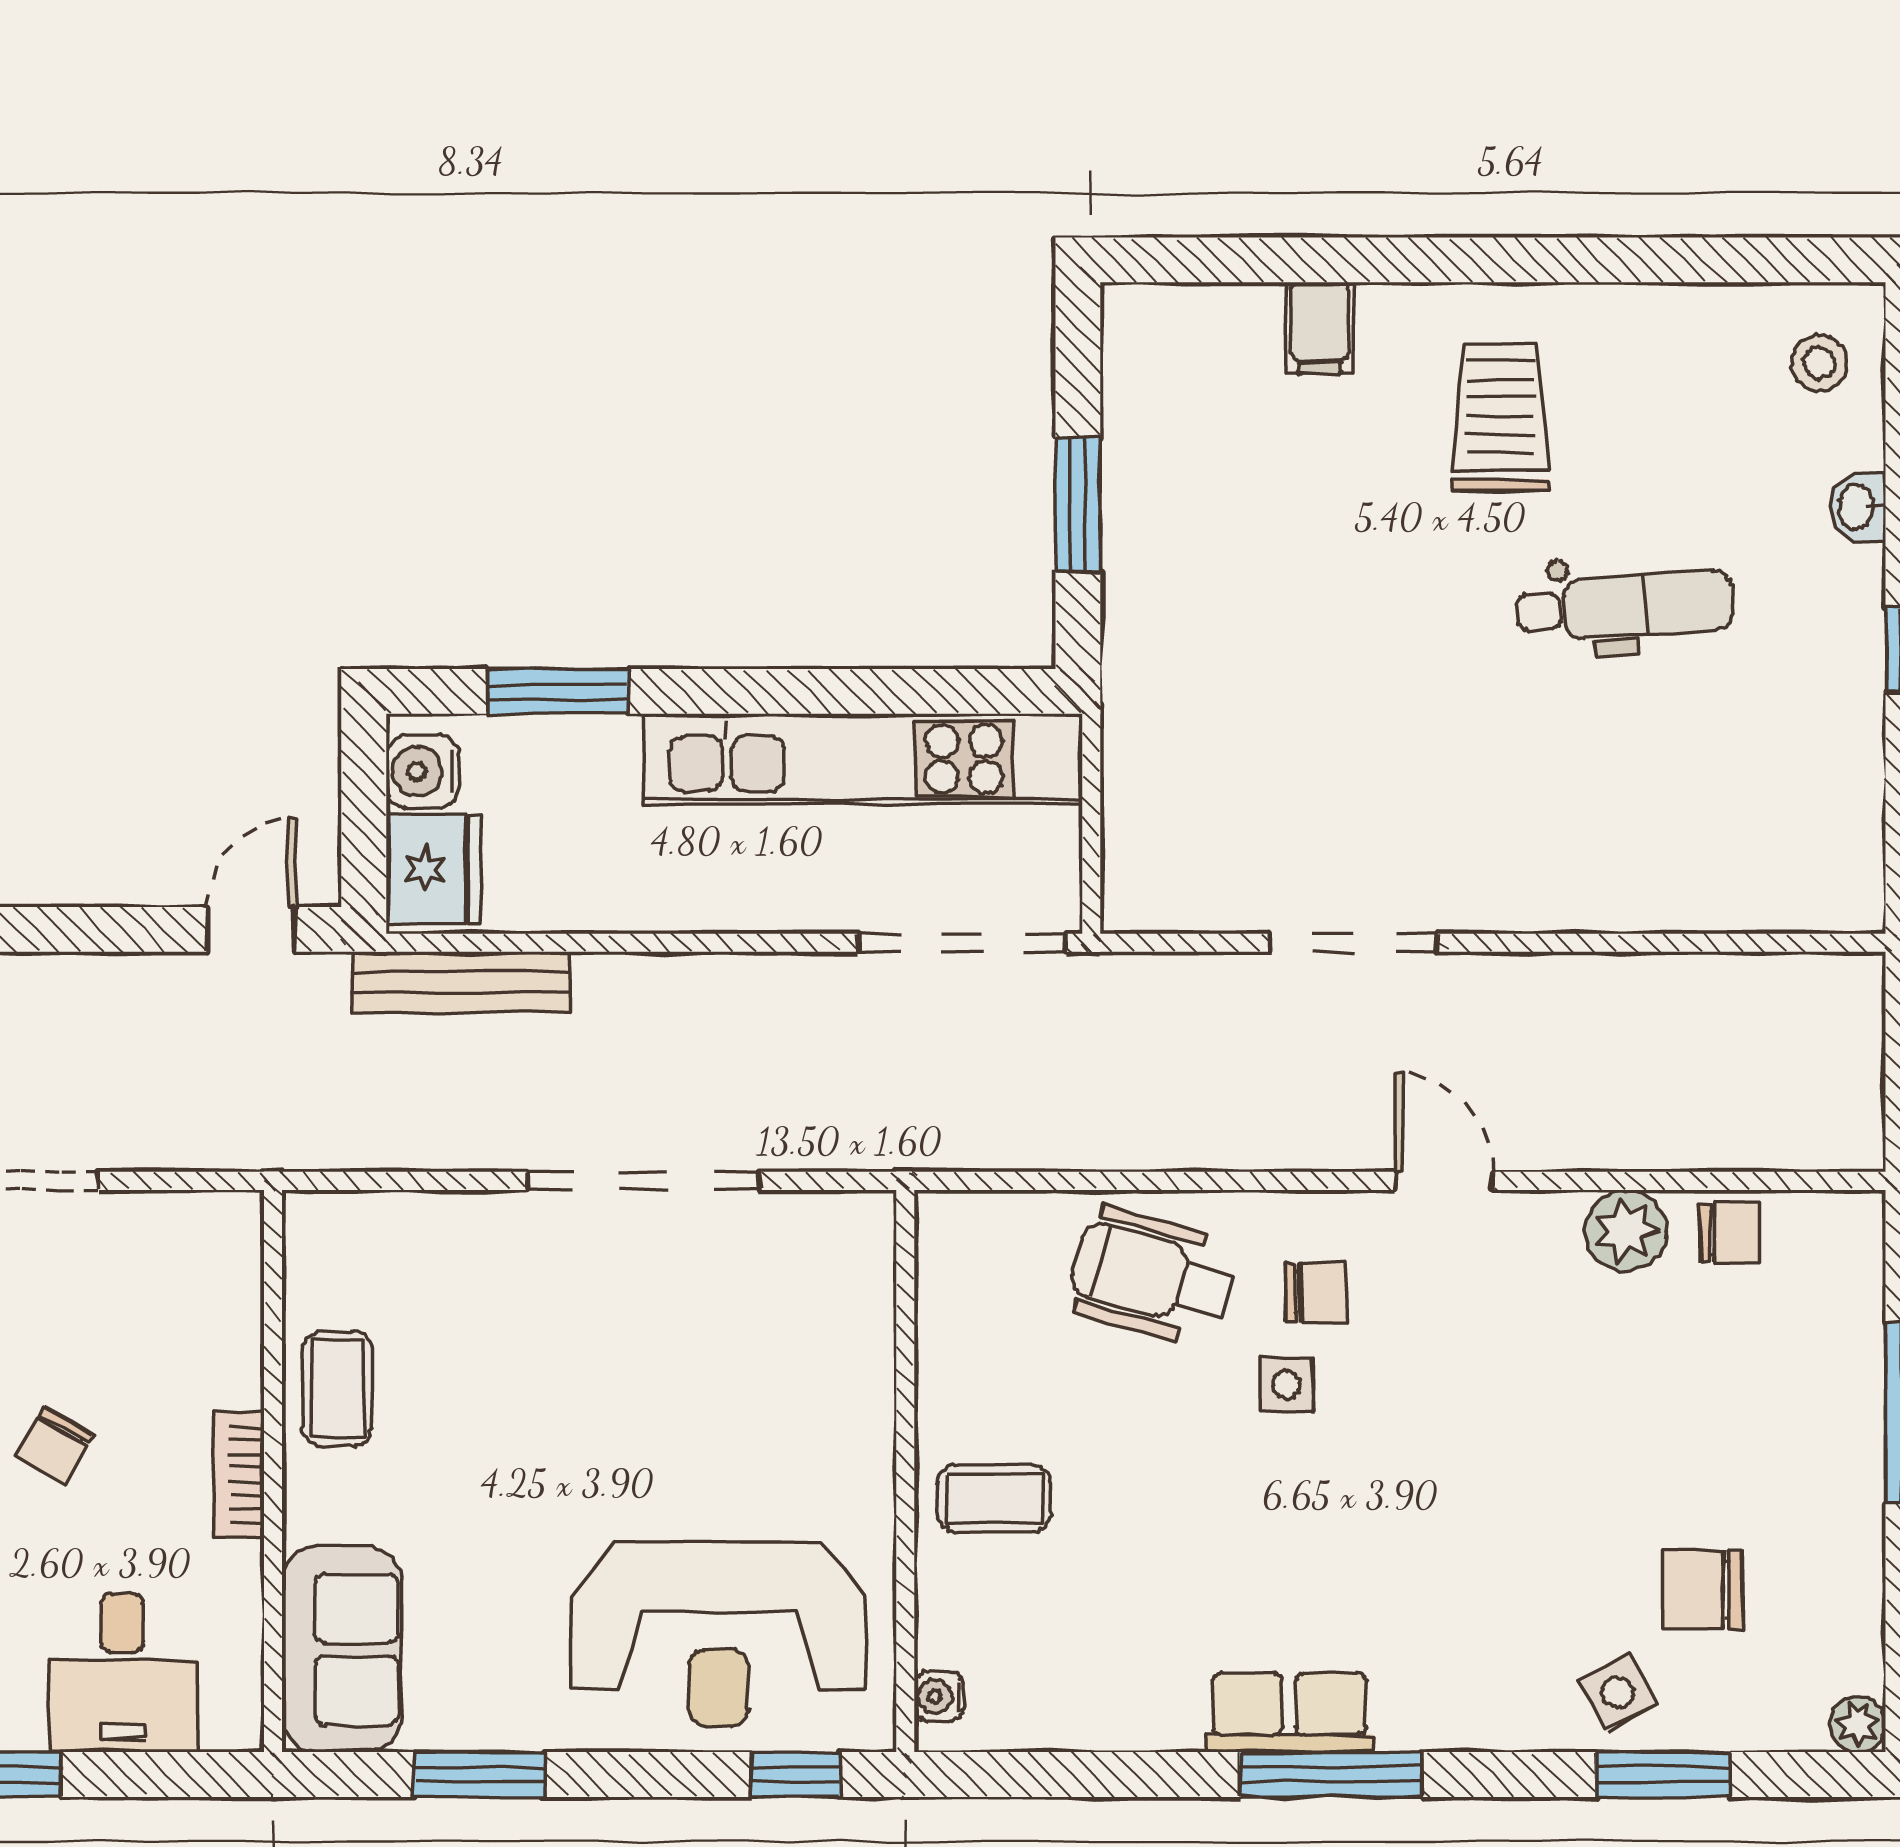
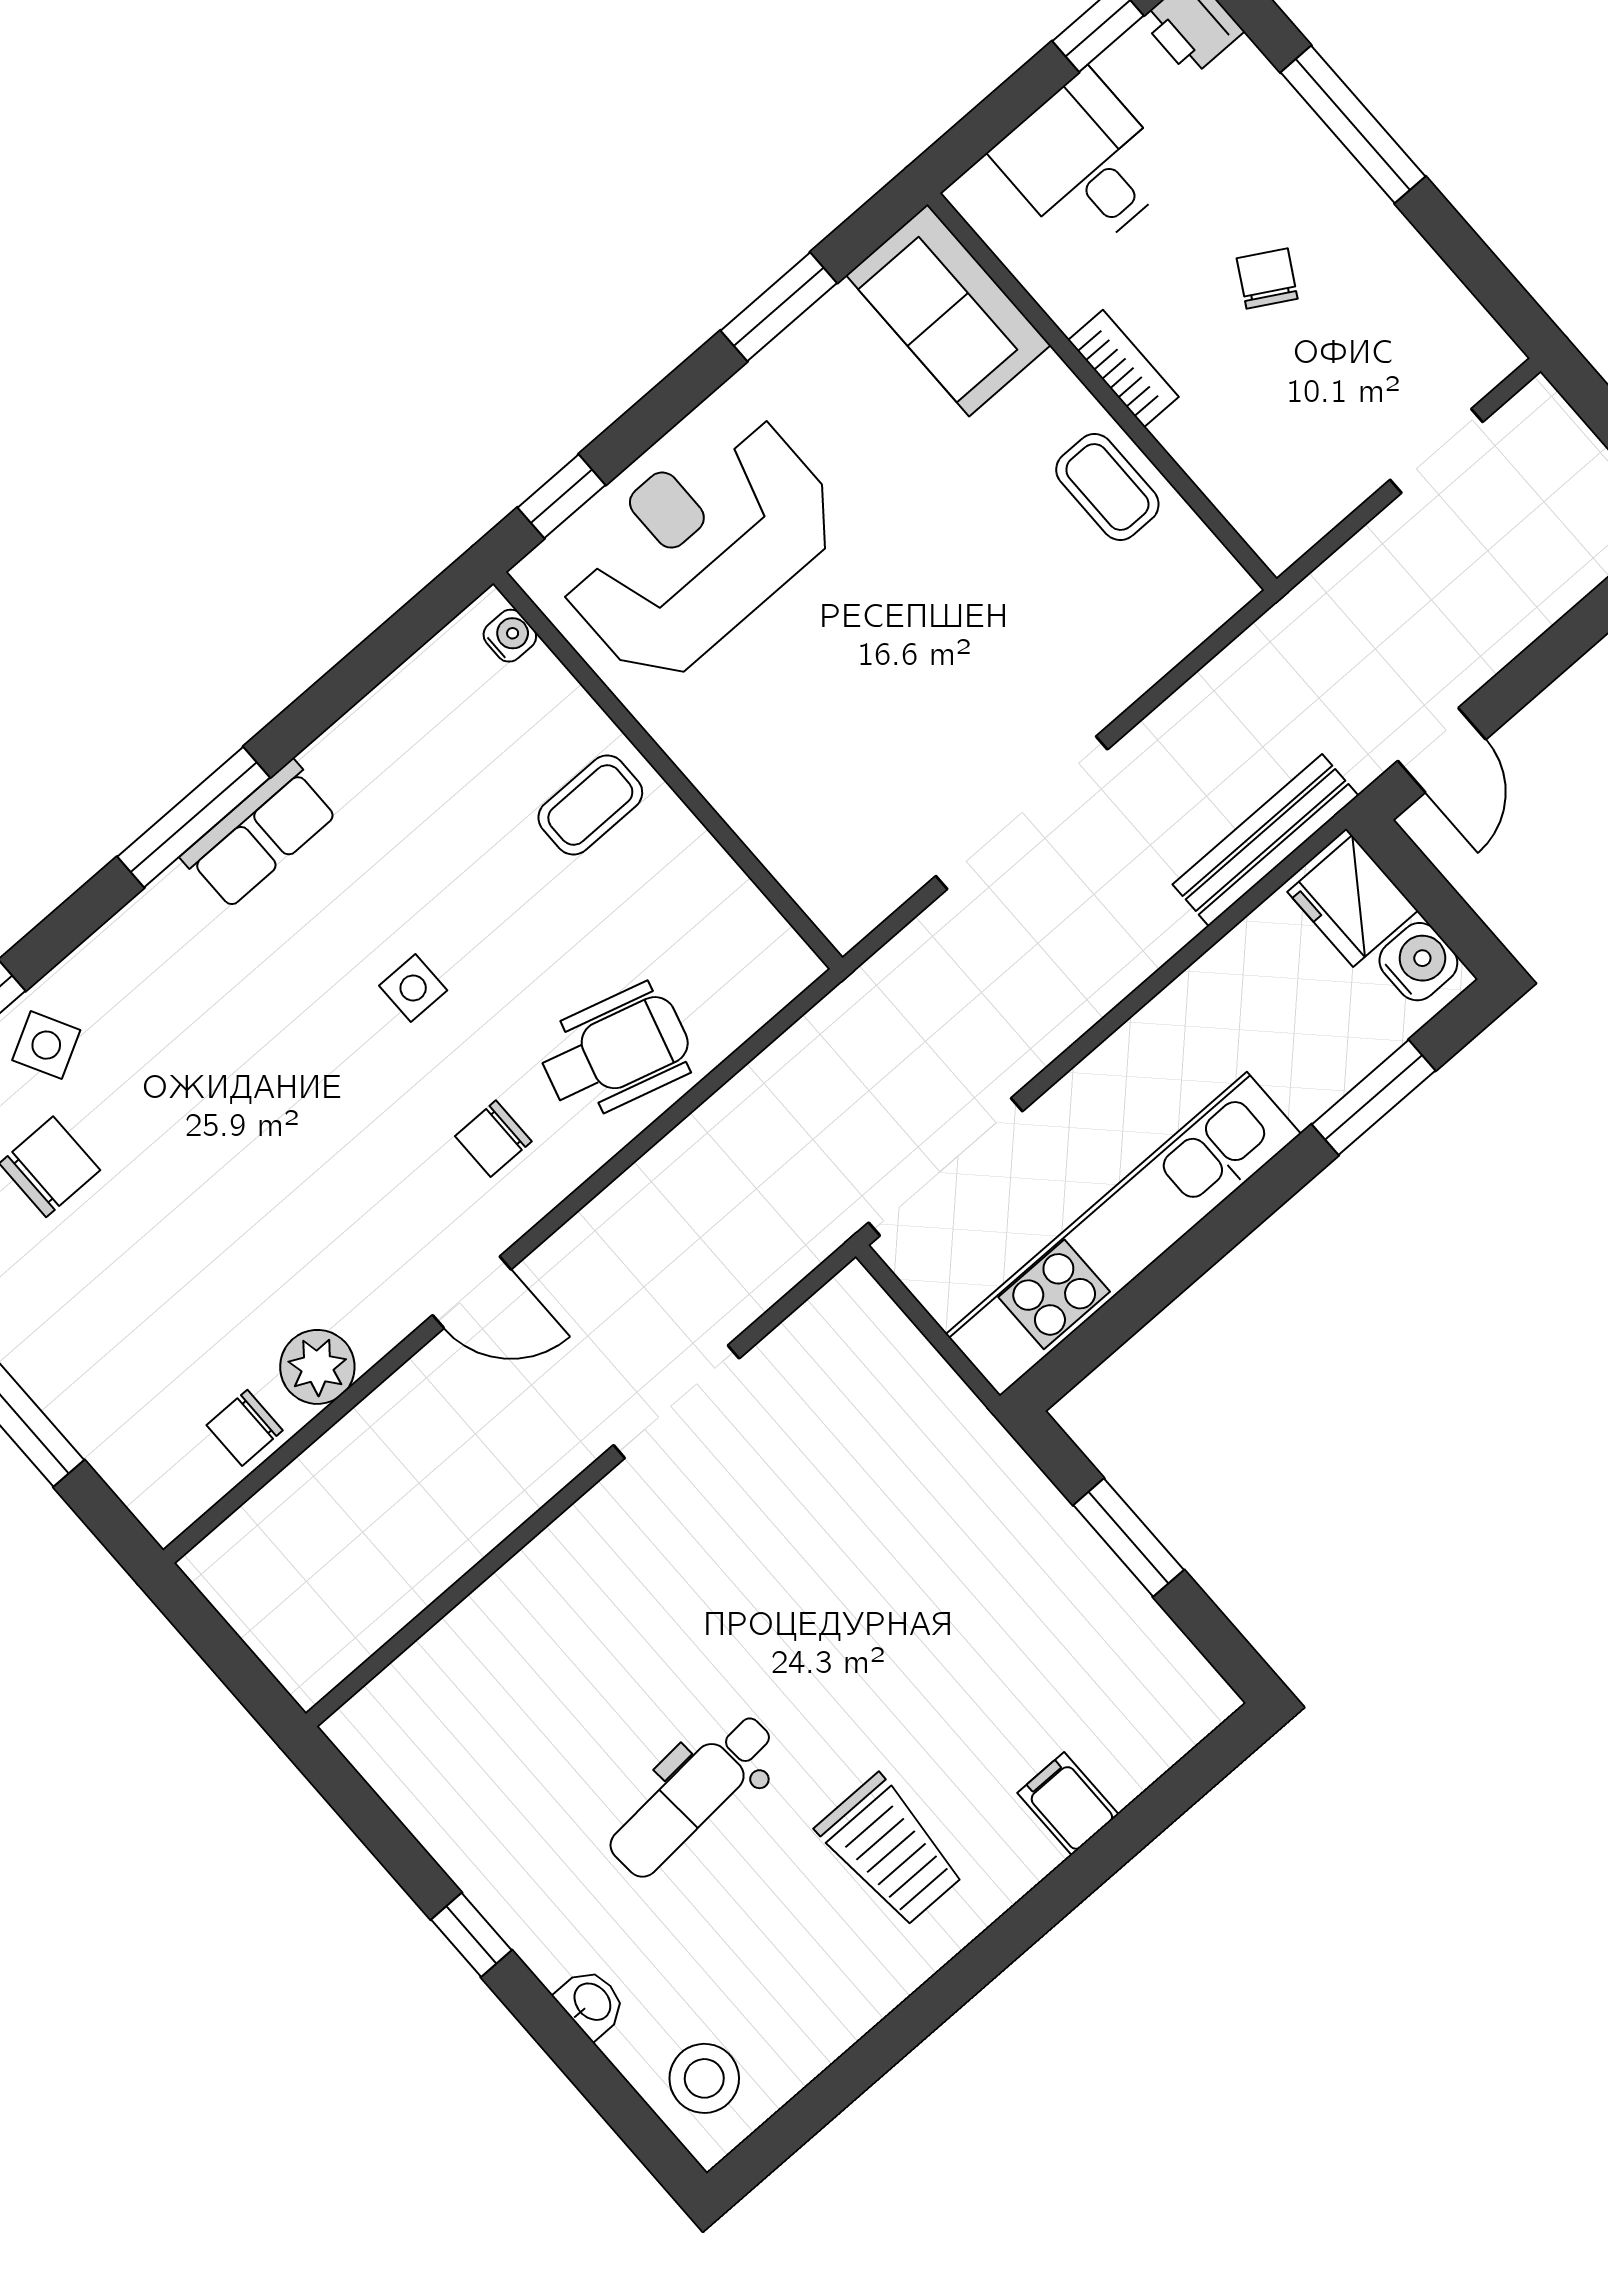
stool: (1819, 363) -> (704, 2078), width x1.37, depth x1.37
side table: (1286, 1385) -> (413, 988), moved

